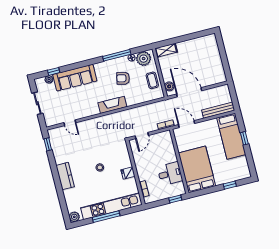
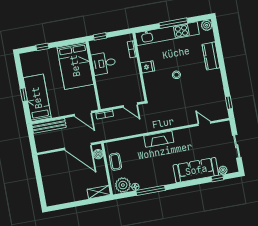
armchair: (123, 78) -> (146, 166), removed
door: (142, 136) -> (130, 105), swing flipped
kitchen counter: (65, 176) -> (211, 56), moved

